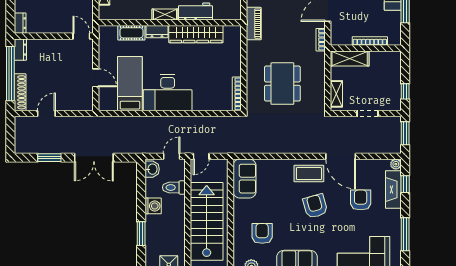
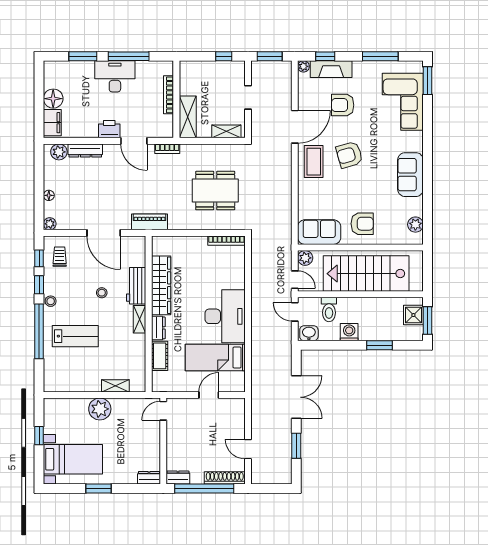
plant: (221, 166) -> (305, 258), added
armchair: (262, 233) -> (362, 224), moved, turned 180

